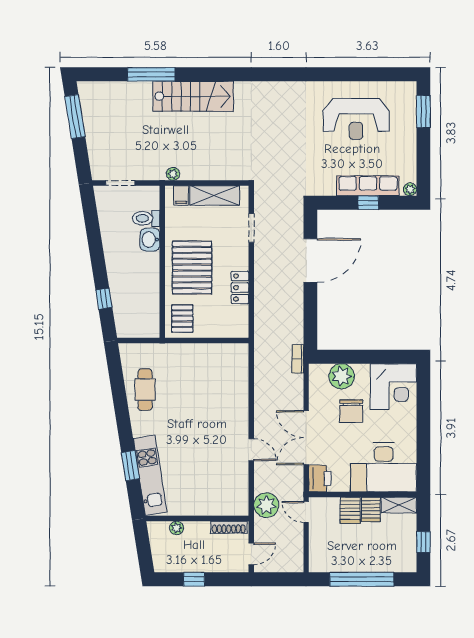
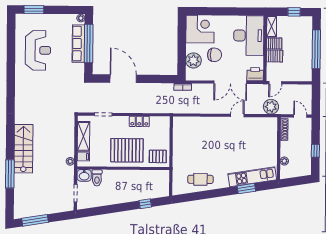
window: (368, 203) -> (89, 43), width x3.17
washbasin: (150, 240) -> (84, 175), moved

